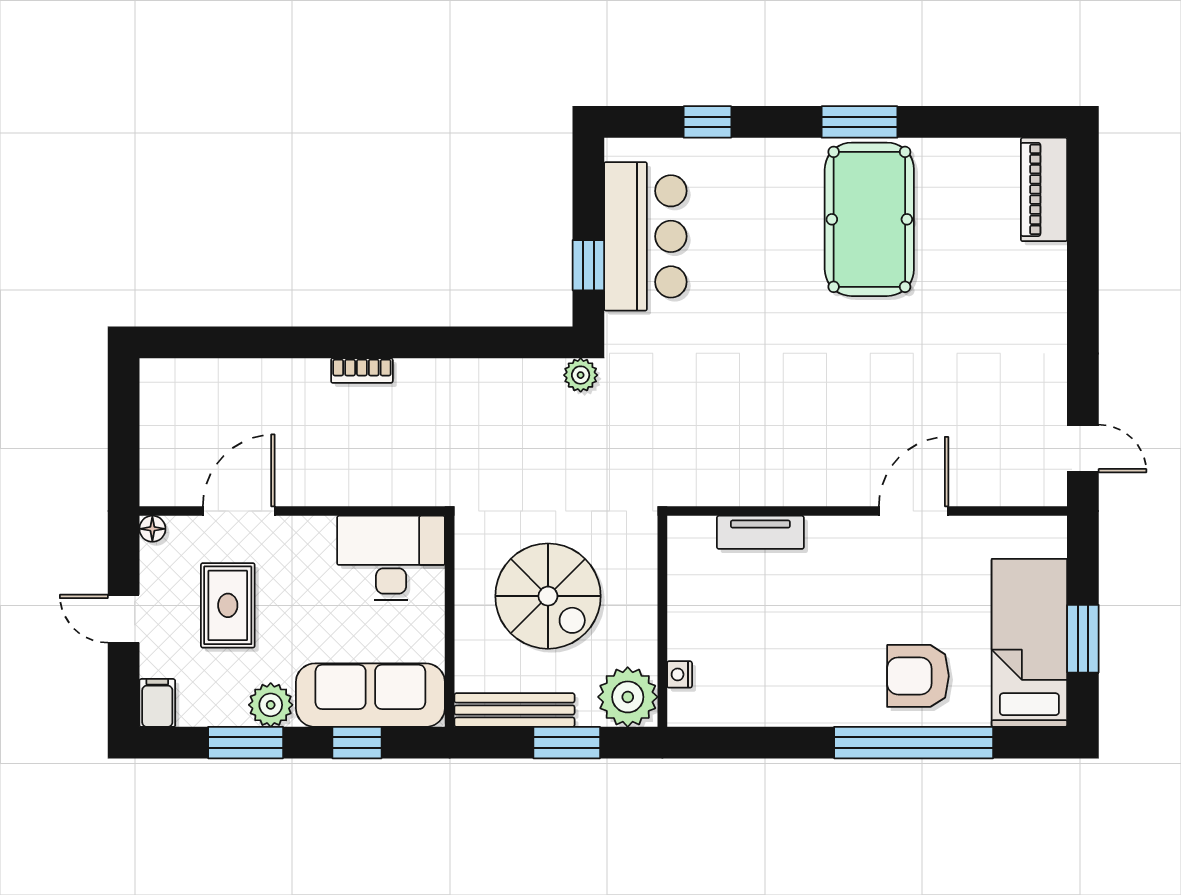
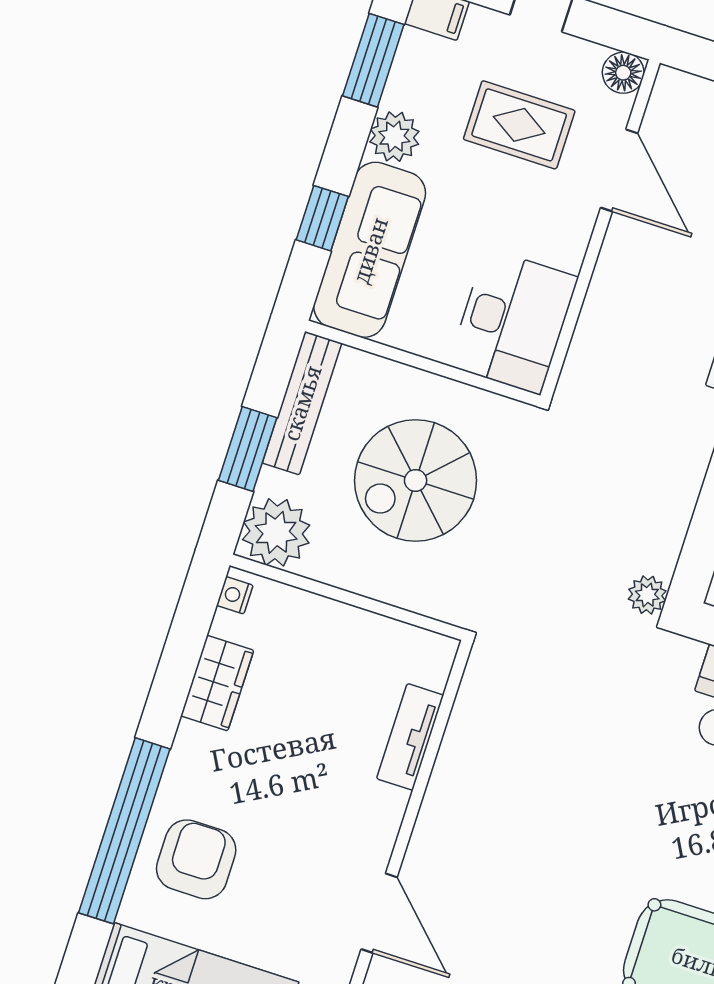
floor lamp: (152, 529) -> (623, 73), width x1.37, depth x1.37
nightstand: (680, 674) -> (235, 595), moved, turned -90
wardrobe: (767, 705) -> (217, 683), added
window: (246, 743) -> (373, 60), moved

